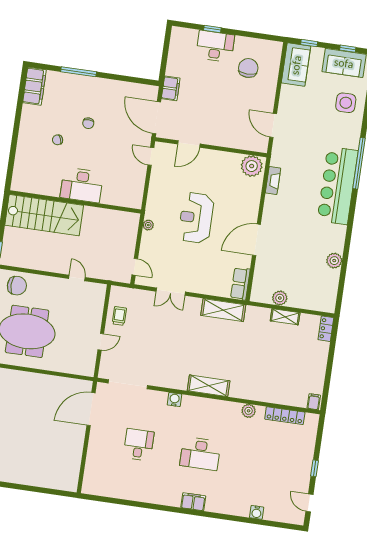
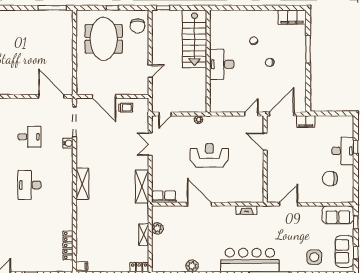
chair: (248, 68) -> (330, 179), turned 180
plant: (252, 166) -> (255, 192), removed
door: (101, 342) -> (104, 96), width x1.88
water cooler: (174, 400) -> (68, 143), moved
plant: (249, 411) -> (68, 217), removed

